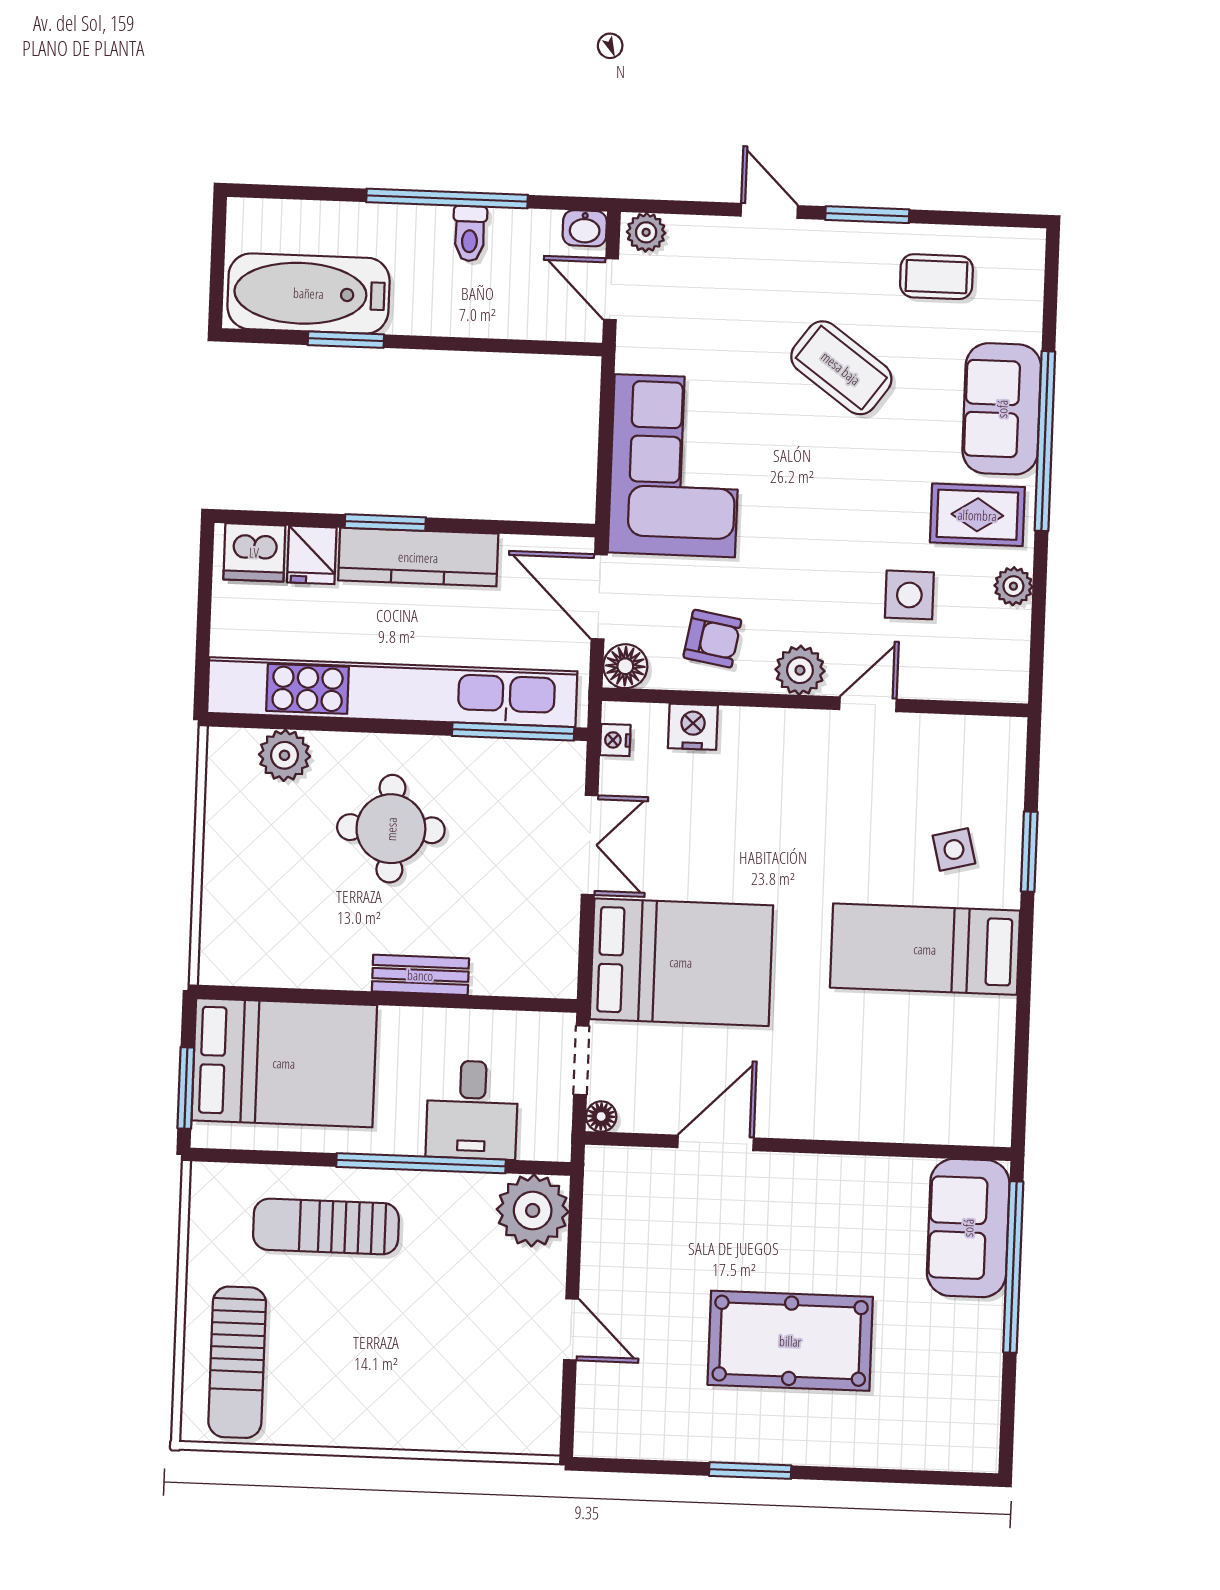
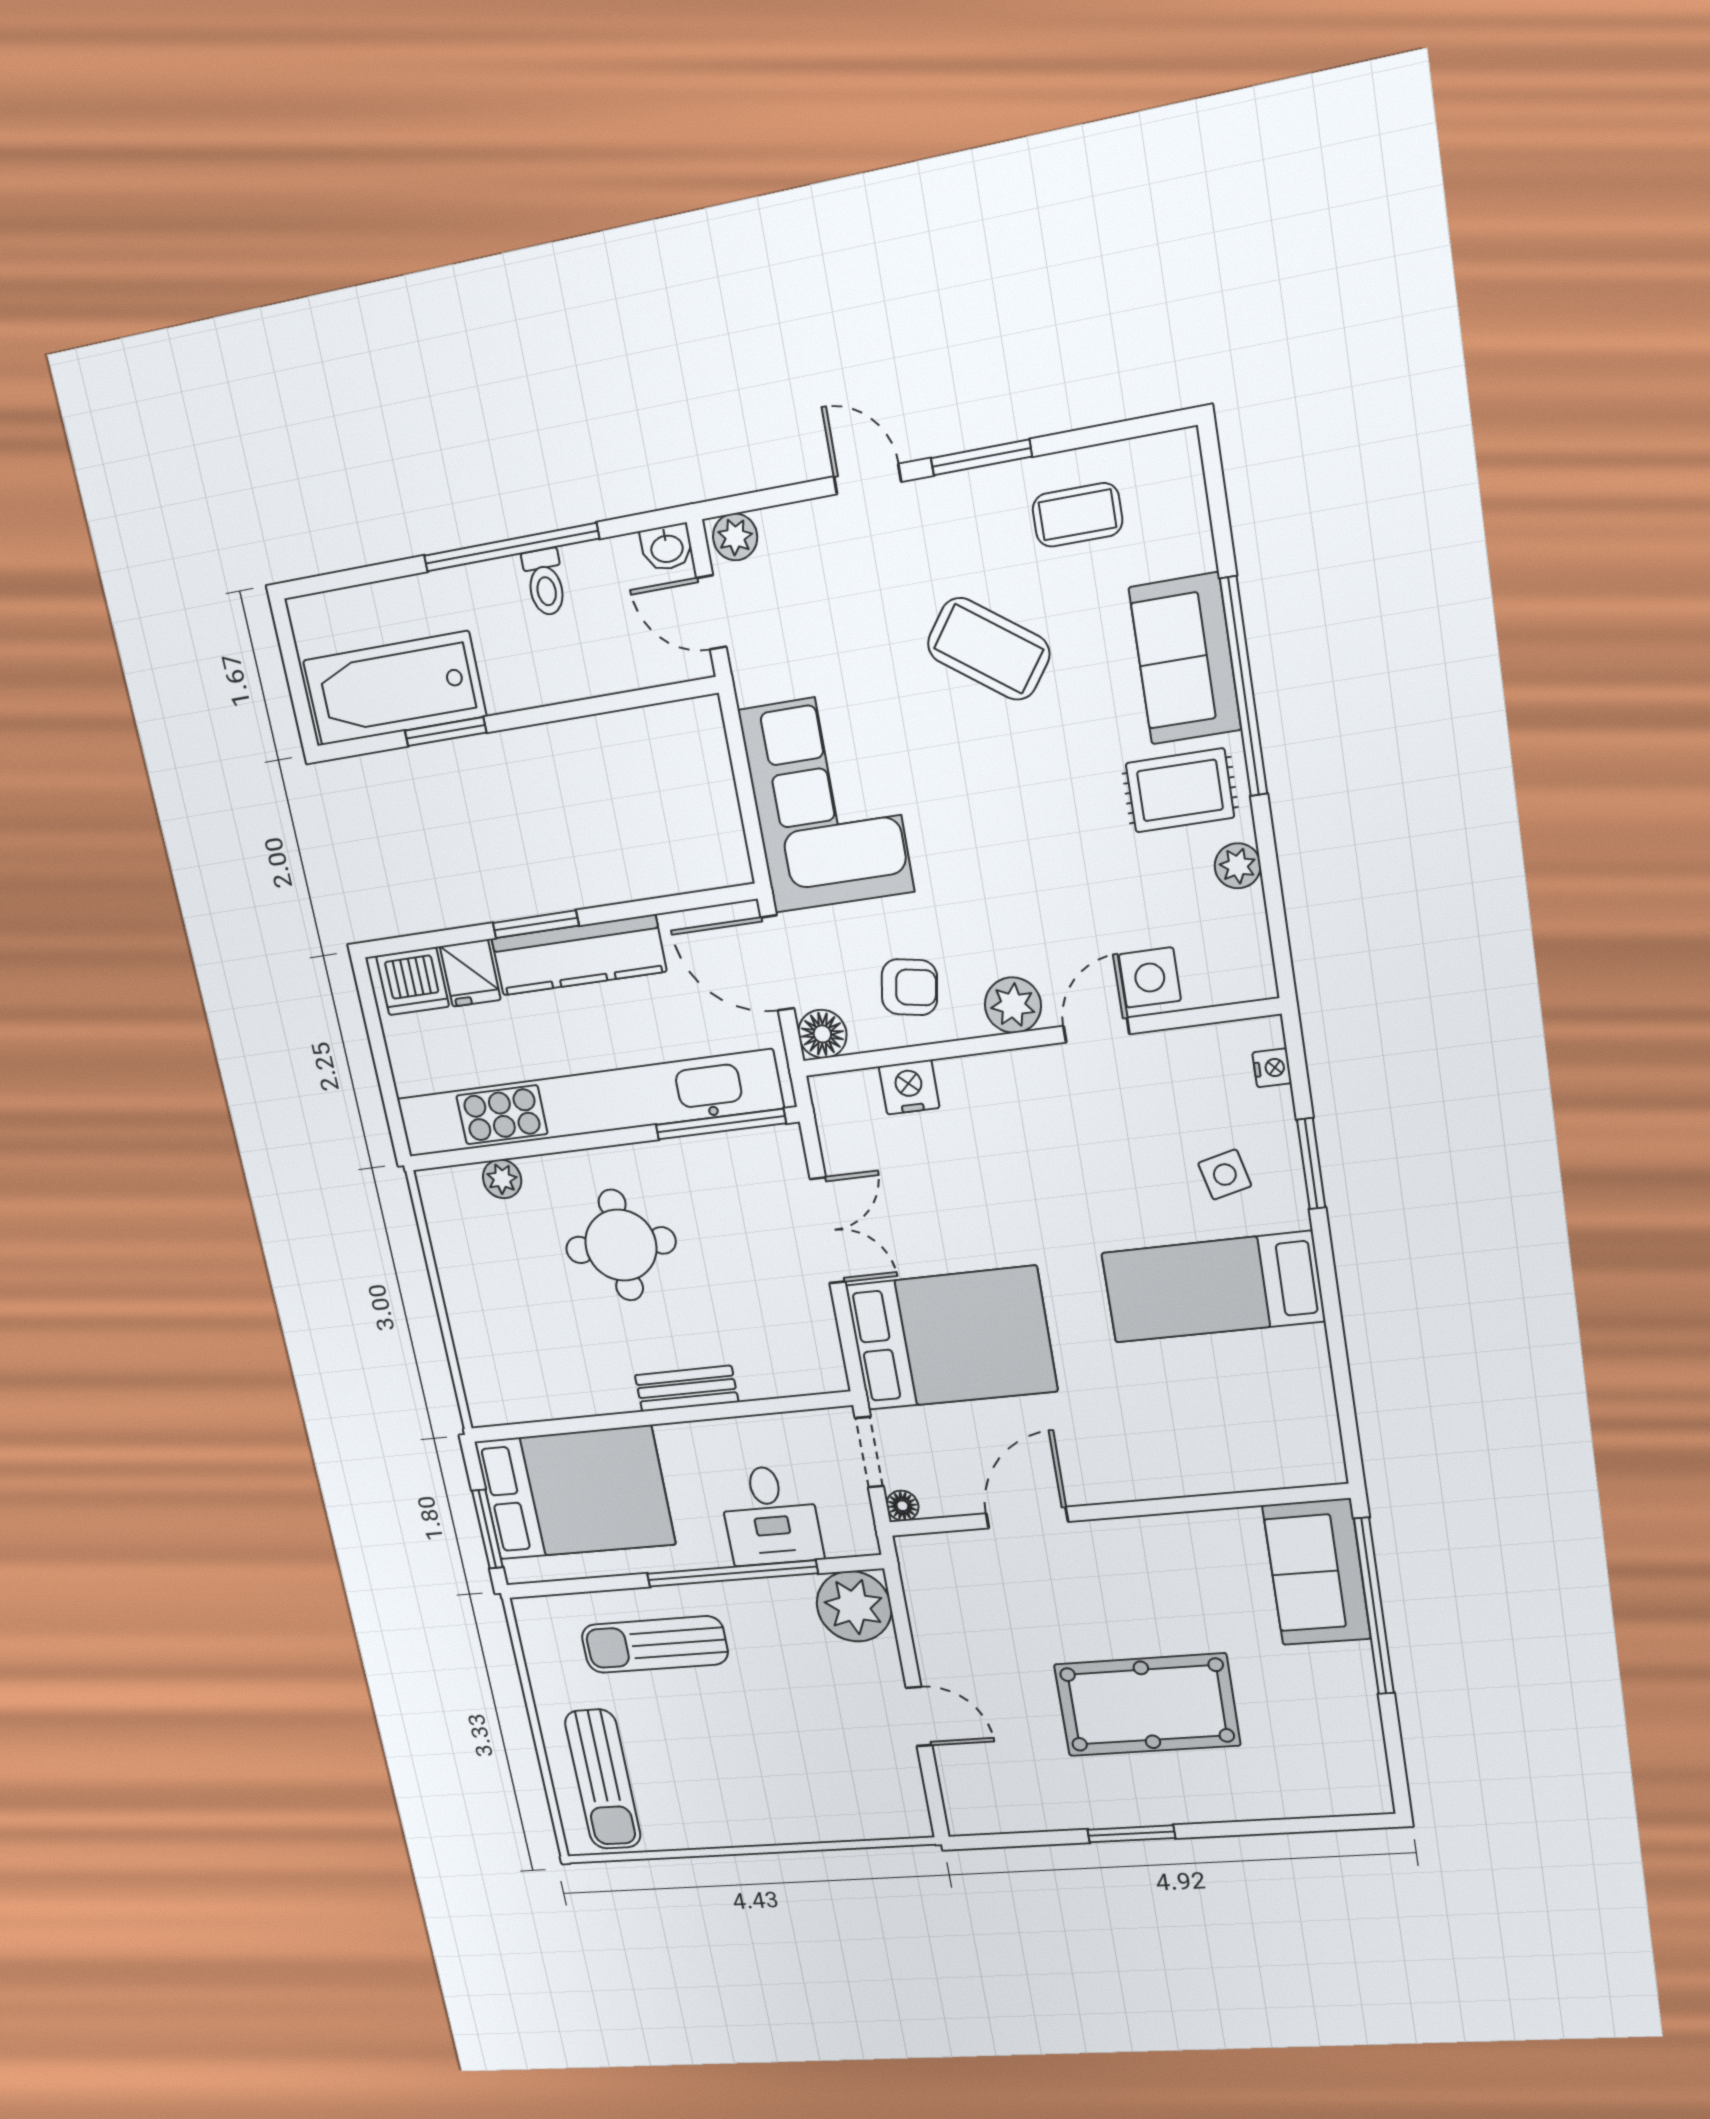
side table: (909, 595) -> (1150, 978), moved
nightstand: (615, 740) -> (1272, 1068), moved, turned 180
plant: (285, 755) -> (502, 1179), width x0.73, depth x0.73

